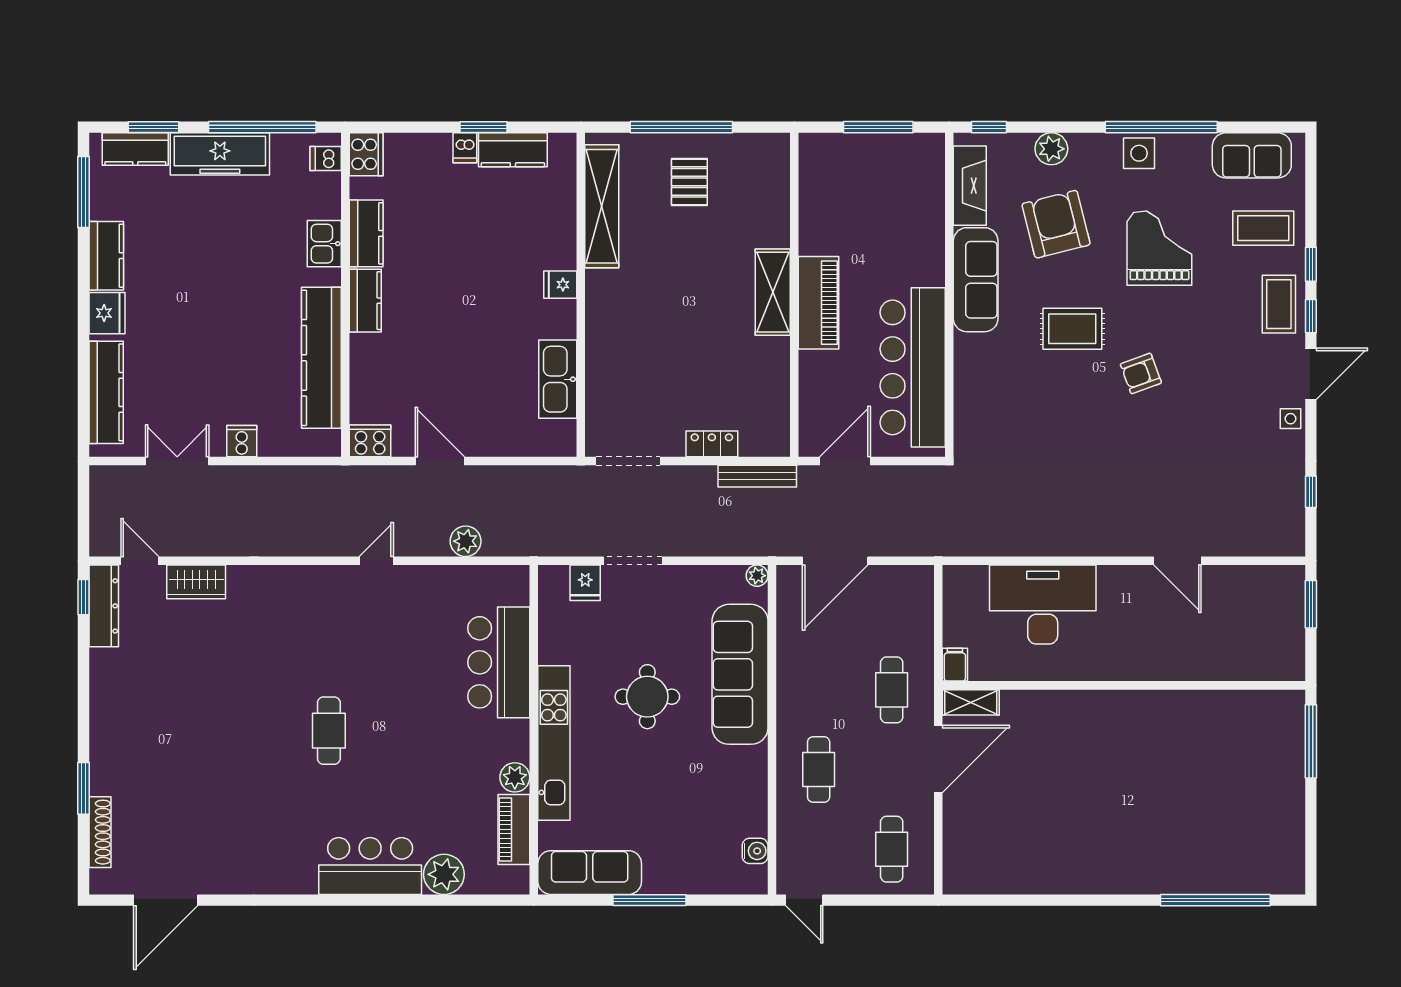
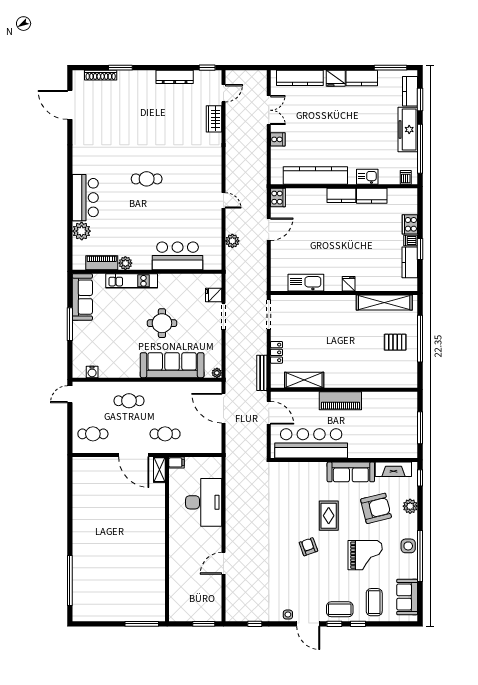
cooker: (366, 154) -> (410, 224), moved, turned 90
shelving: (773, 292) -> (304, 380), moved
dresser: (104, 606) -> (175, 77), moved
kitchen unit: (554, 743) -> (132, 281), width x0.73

